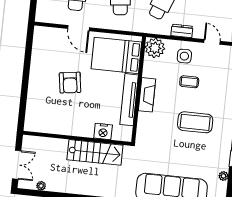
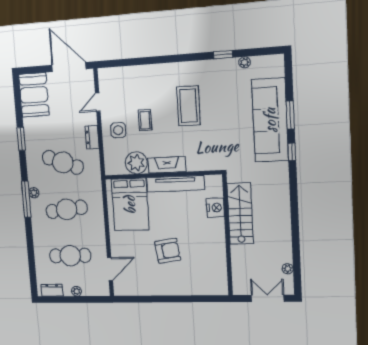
door: (78, 28) -> (110, 269), moved
plant: (155, 48) -> (136, 163), moved

